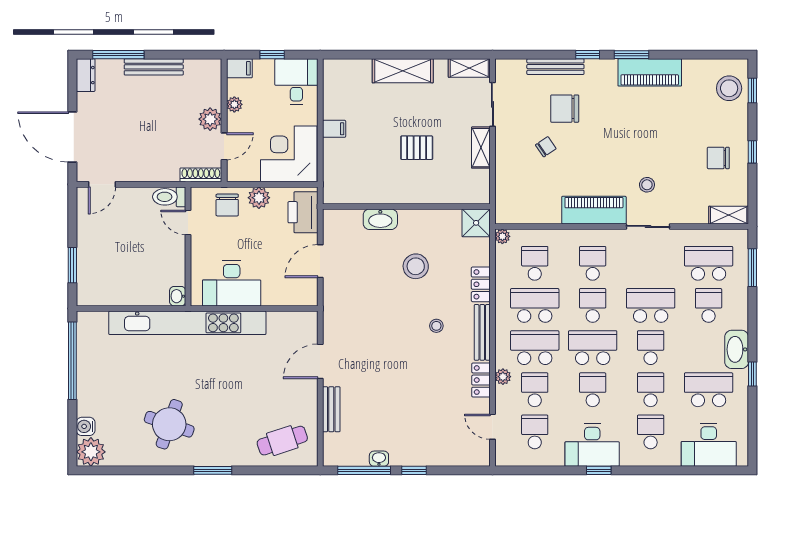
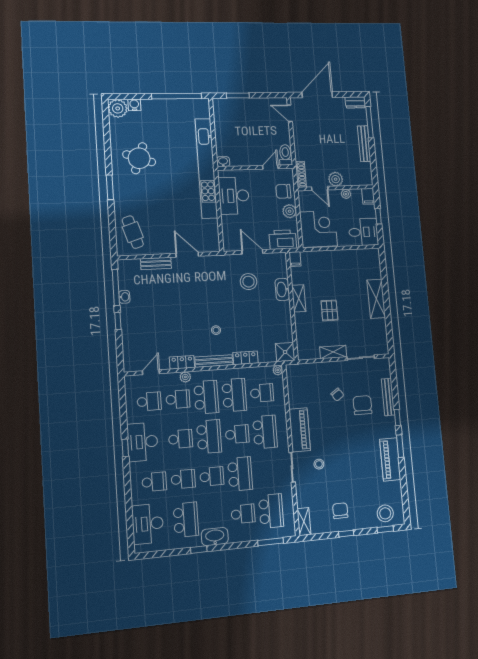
shelving: (469, 68) -> (299, 298), moved
filing cabinet: (334, 129) -> (295, 259), moved
school desk: (593, 263) -> (265, 432), width x1.85
stool: (416, 266) -> (248, 282), moved

